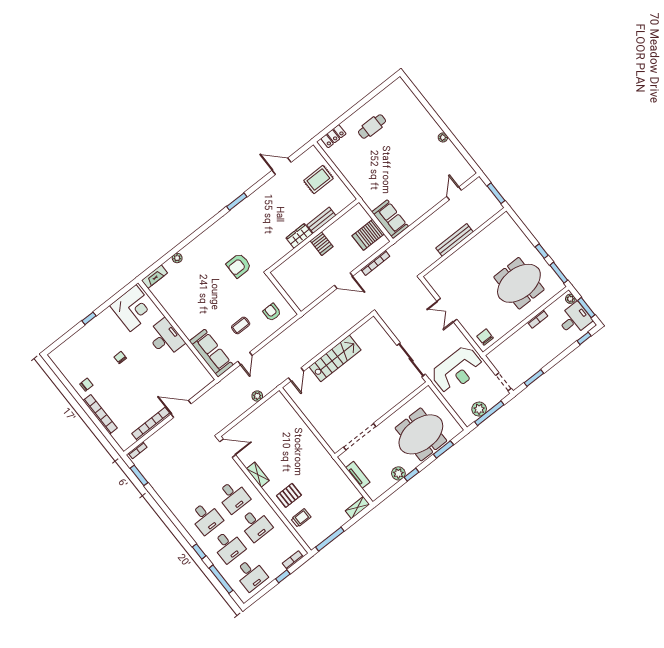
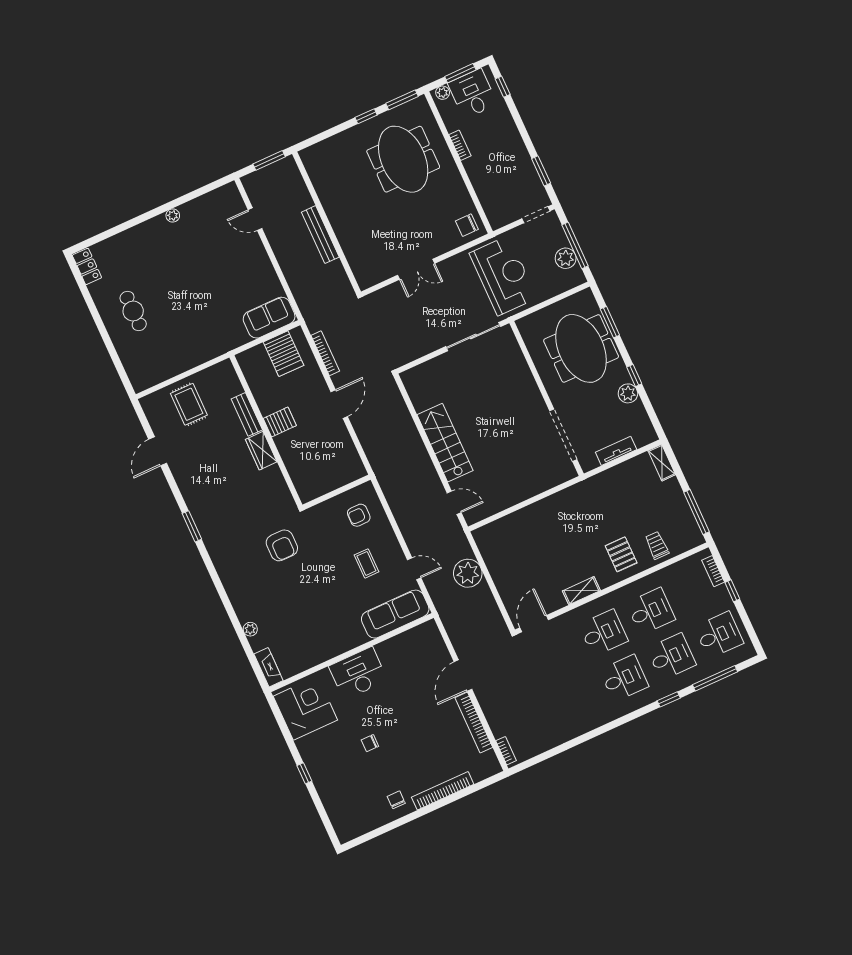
locker: (333, 136) -> (87, 266), moved
plant: (257, 396) -> (468, 573), width x1.87, depth x1.87
window: (139, 475) -> (541, 757), removed

